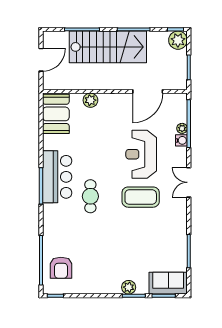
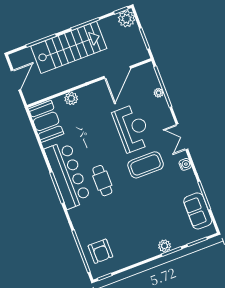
water cooler: (181, 140) -> (185, 164), moved
reception desk: (141, 154) -> (132, 128), turned 180
bar counter: (57, 177) -> (68, 175), width x1.36
sofa: (168, 283) -> (198, 211), moved, turned -90

